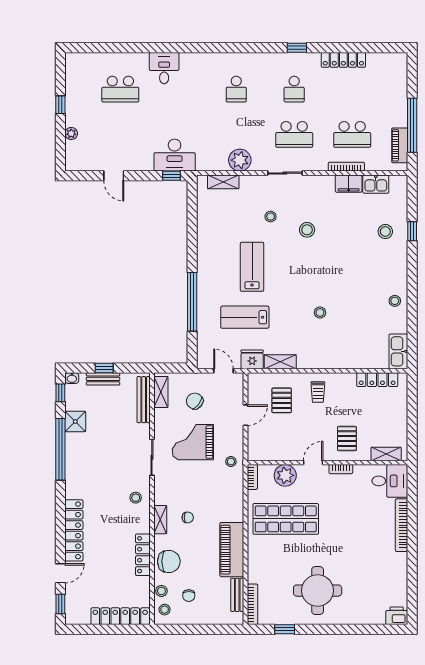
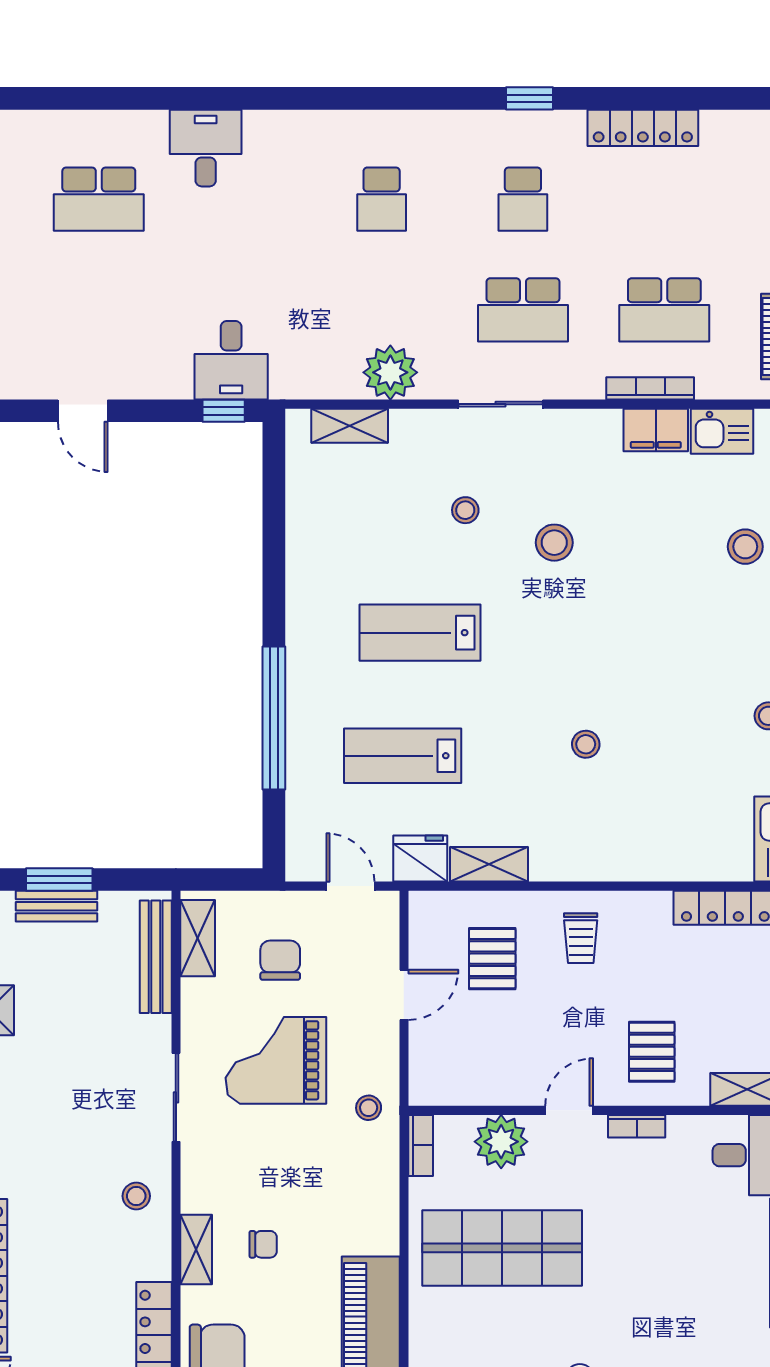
desk: (175, 155) -> (231, 360), width x0.73
lab bench: (252, 267) -> (420, 633), turned -90
window: (104, 368) -> (59, 879), width x1.50
chair: (195, 401) -> (280, 960), turned 53

